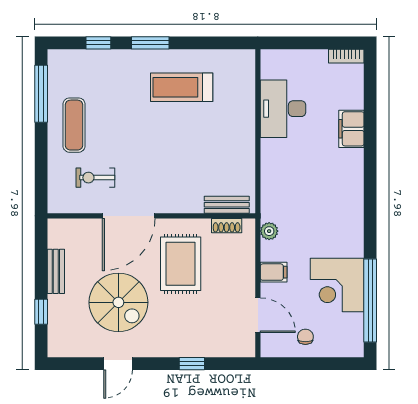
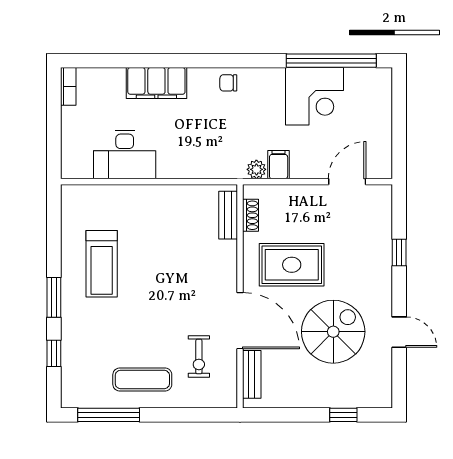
filing cabinet: (351, 129) -> (156, 83), width x1.50, depth x1.17
bench: (56, 271) -> (252, 374), moved, turned 90
filing cabinet: (274, 272) -> (279, 165), moved
chair: (305, 337) -> (228, 83), moved

